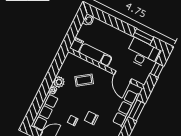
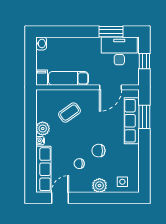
door: (123, 77) -> (111, 87), hinge flipped

